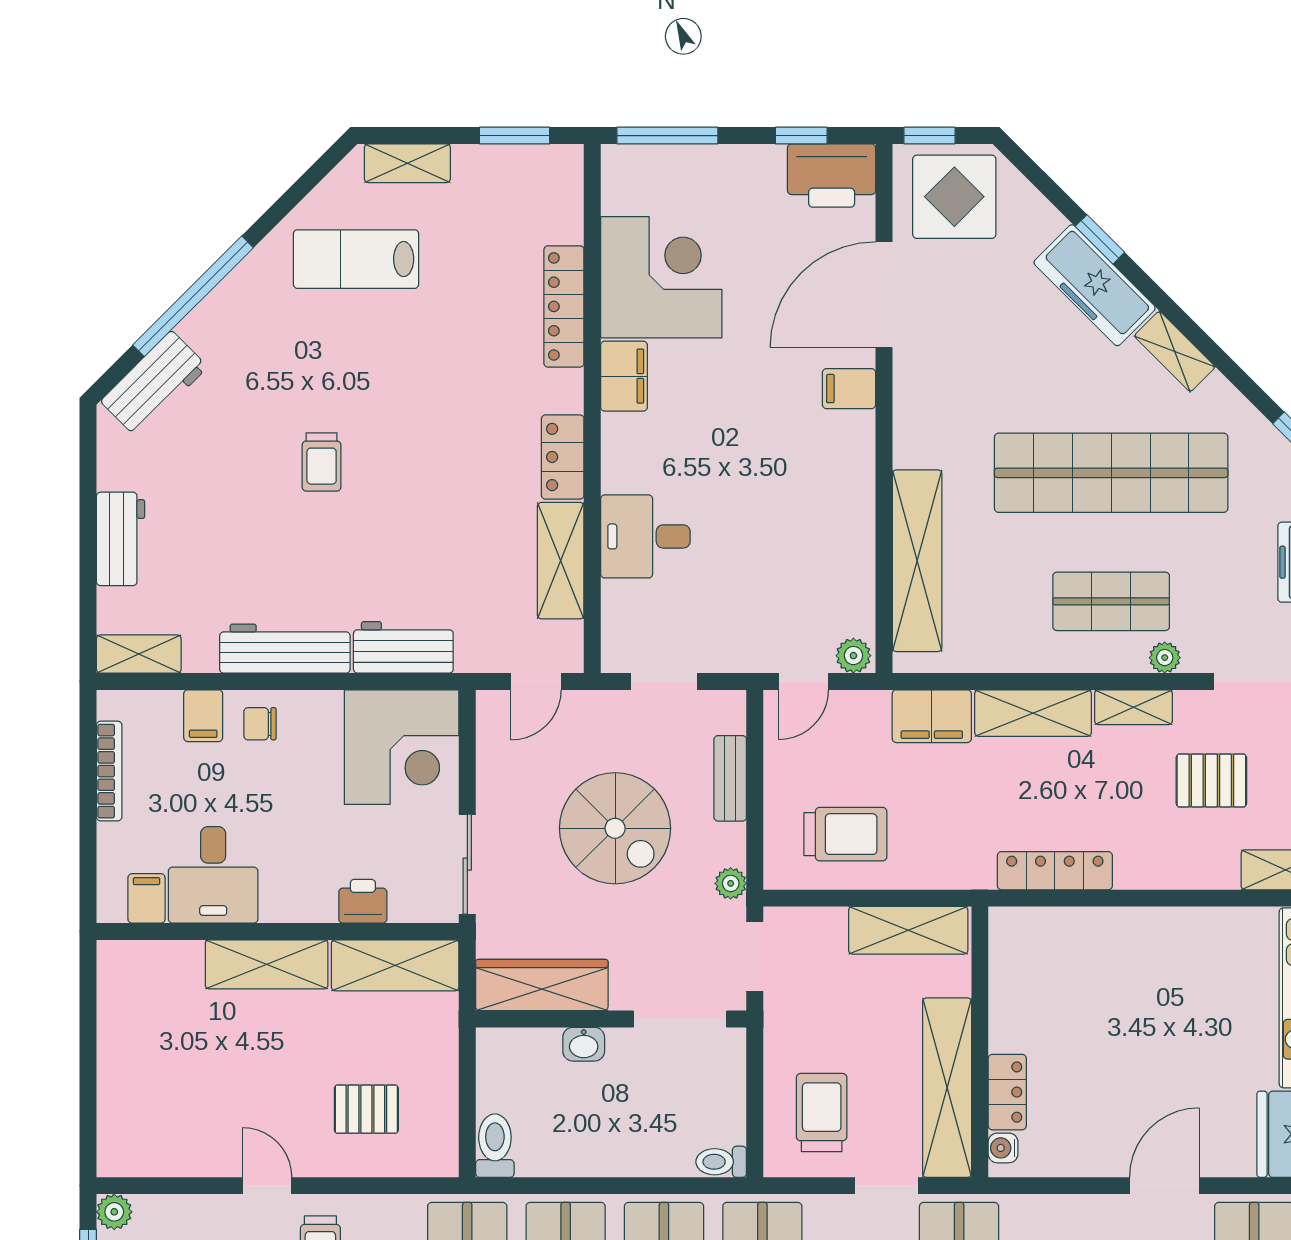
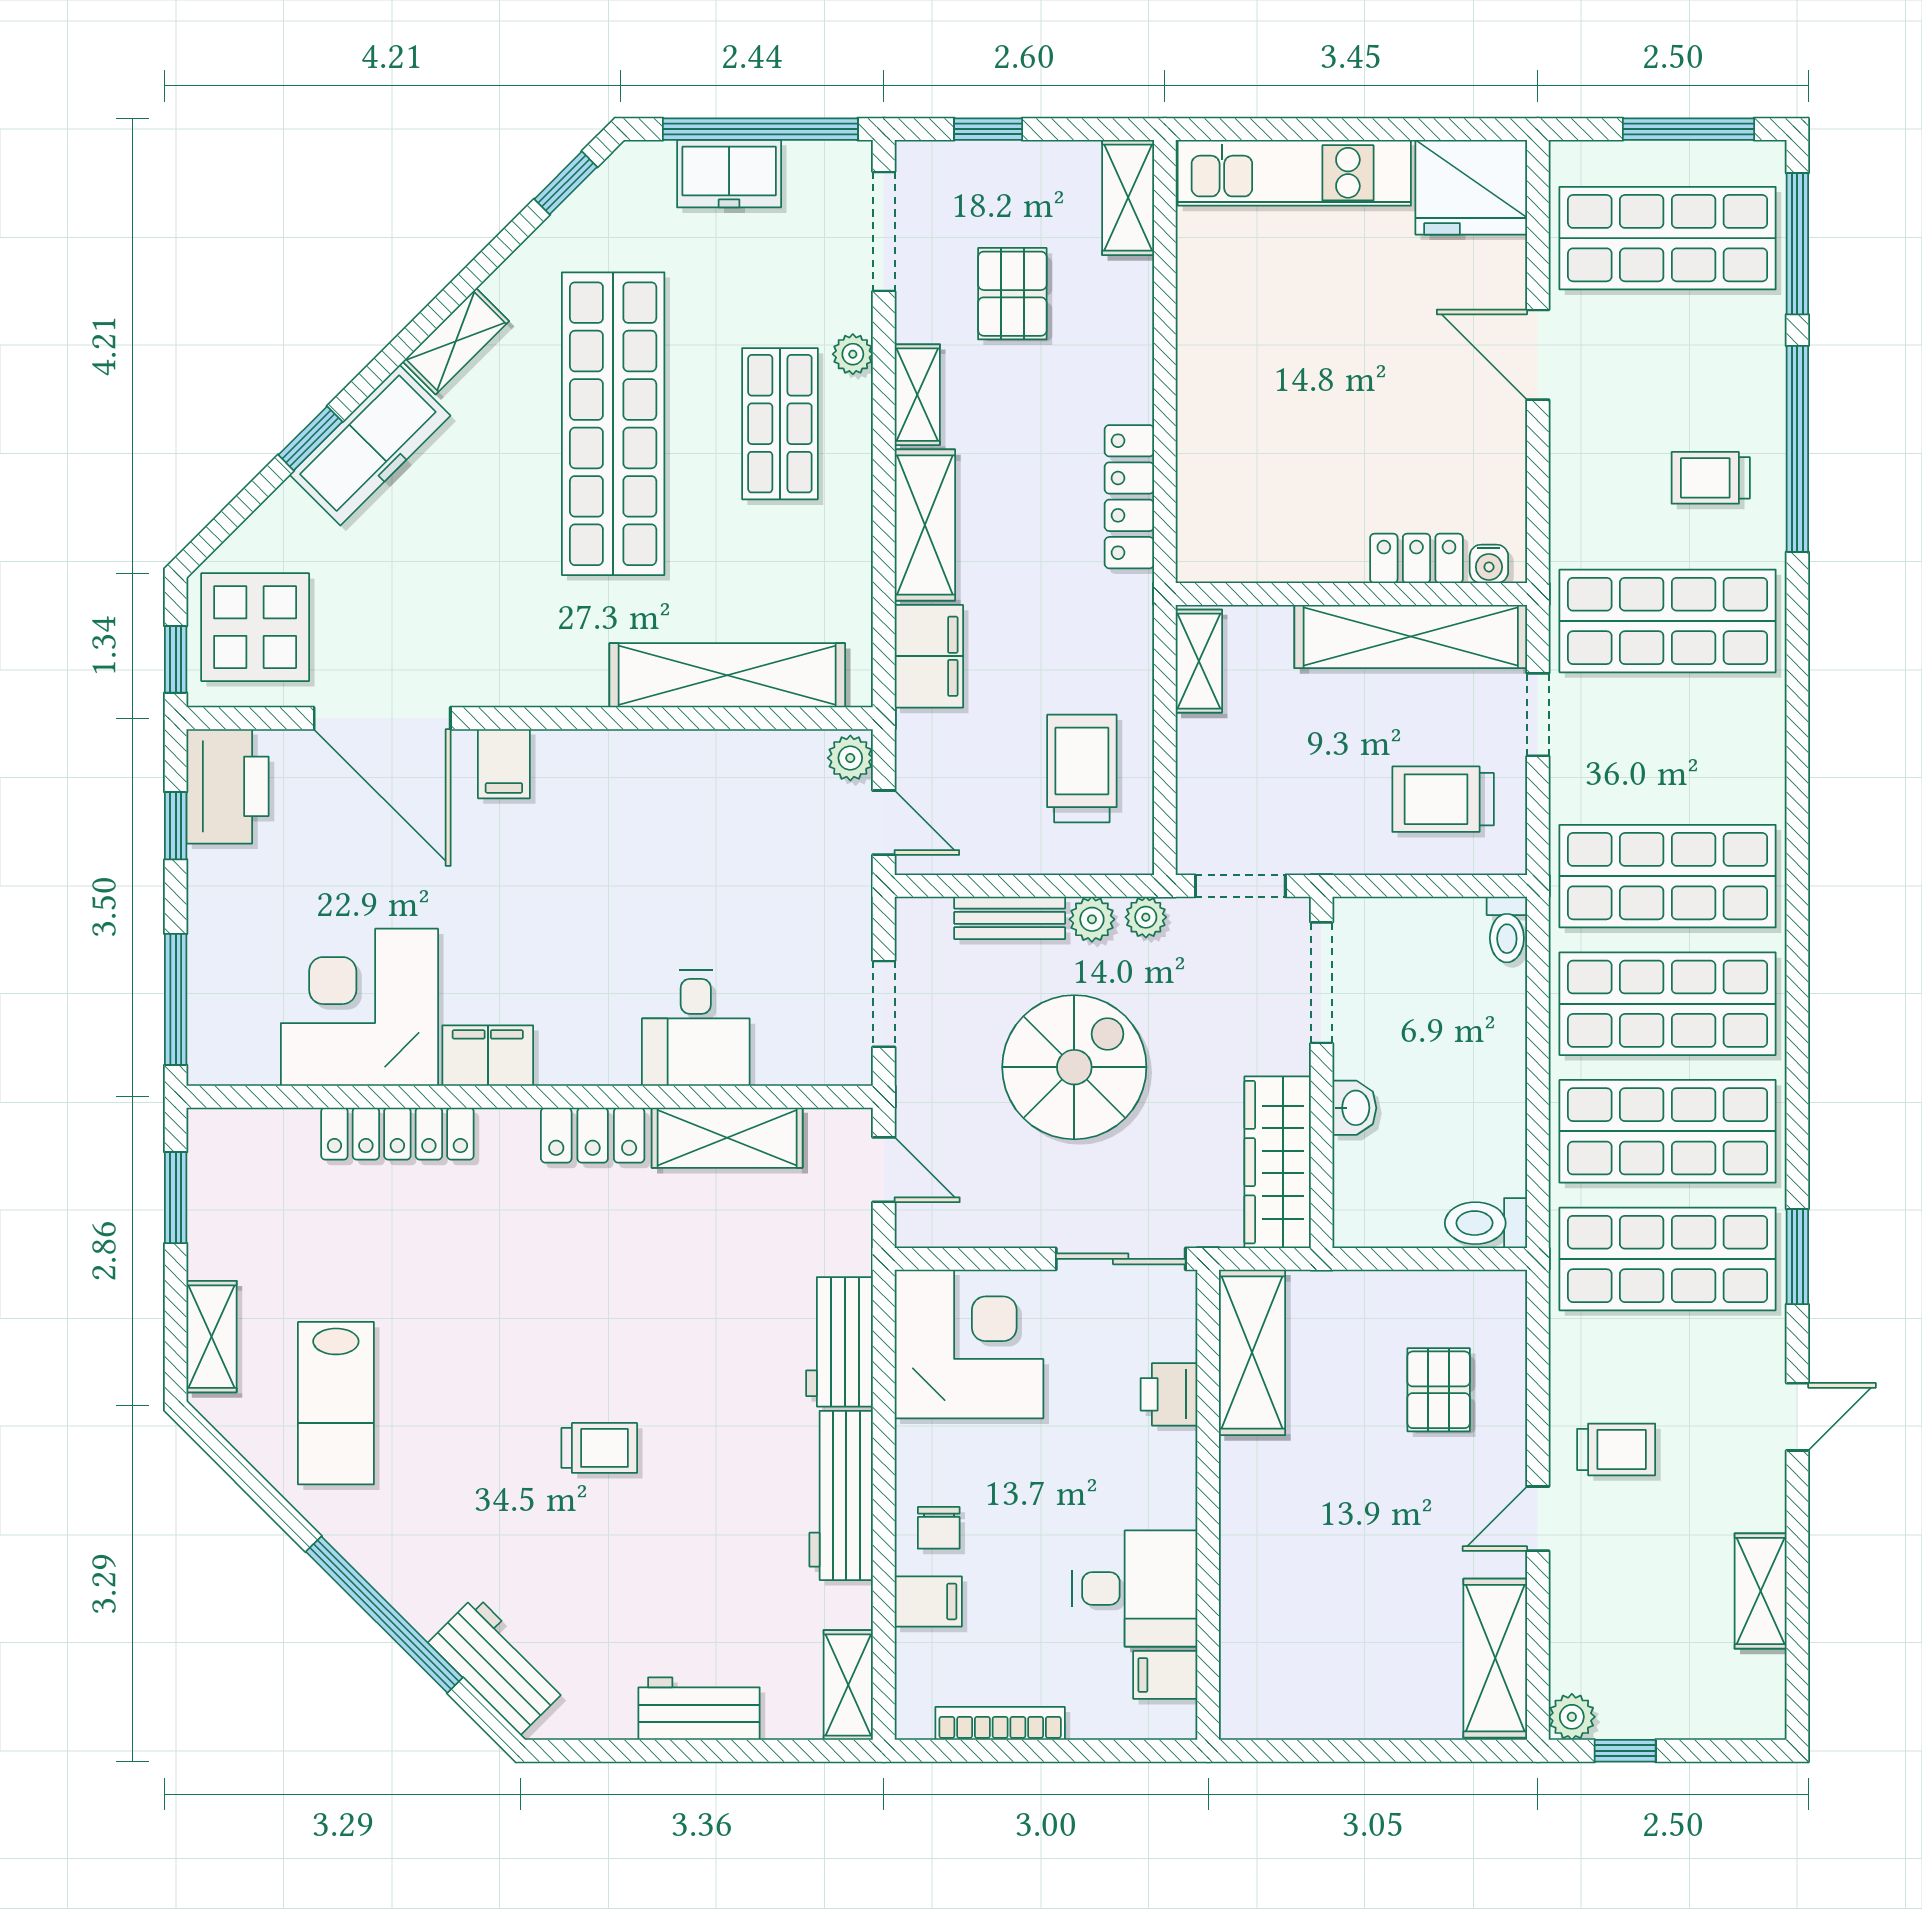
plant: (729, 842) -> (1092, 919), added
shelving: (908, 930) -> (1199, 661), width x0.67, depth x0.75
shelving: (267, 964) -> (1495, 1658), moved

